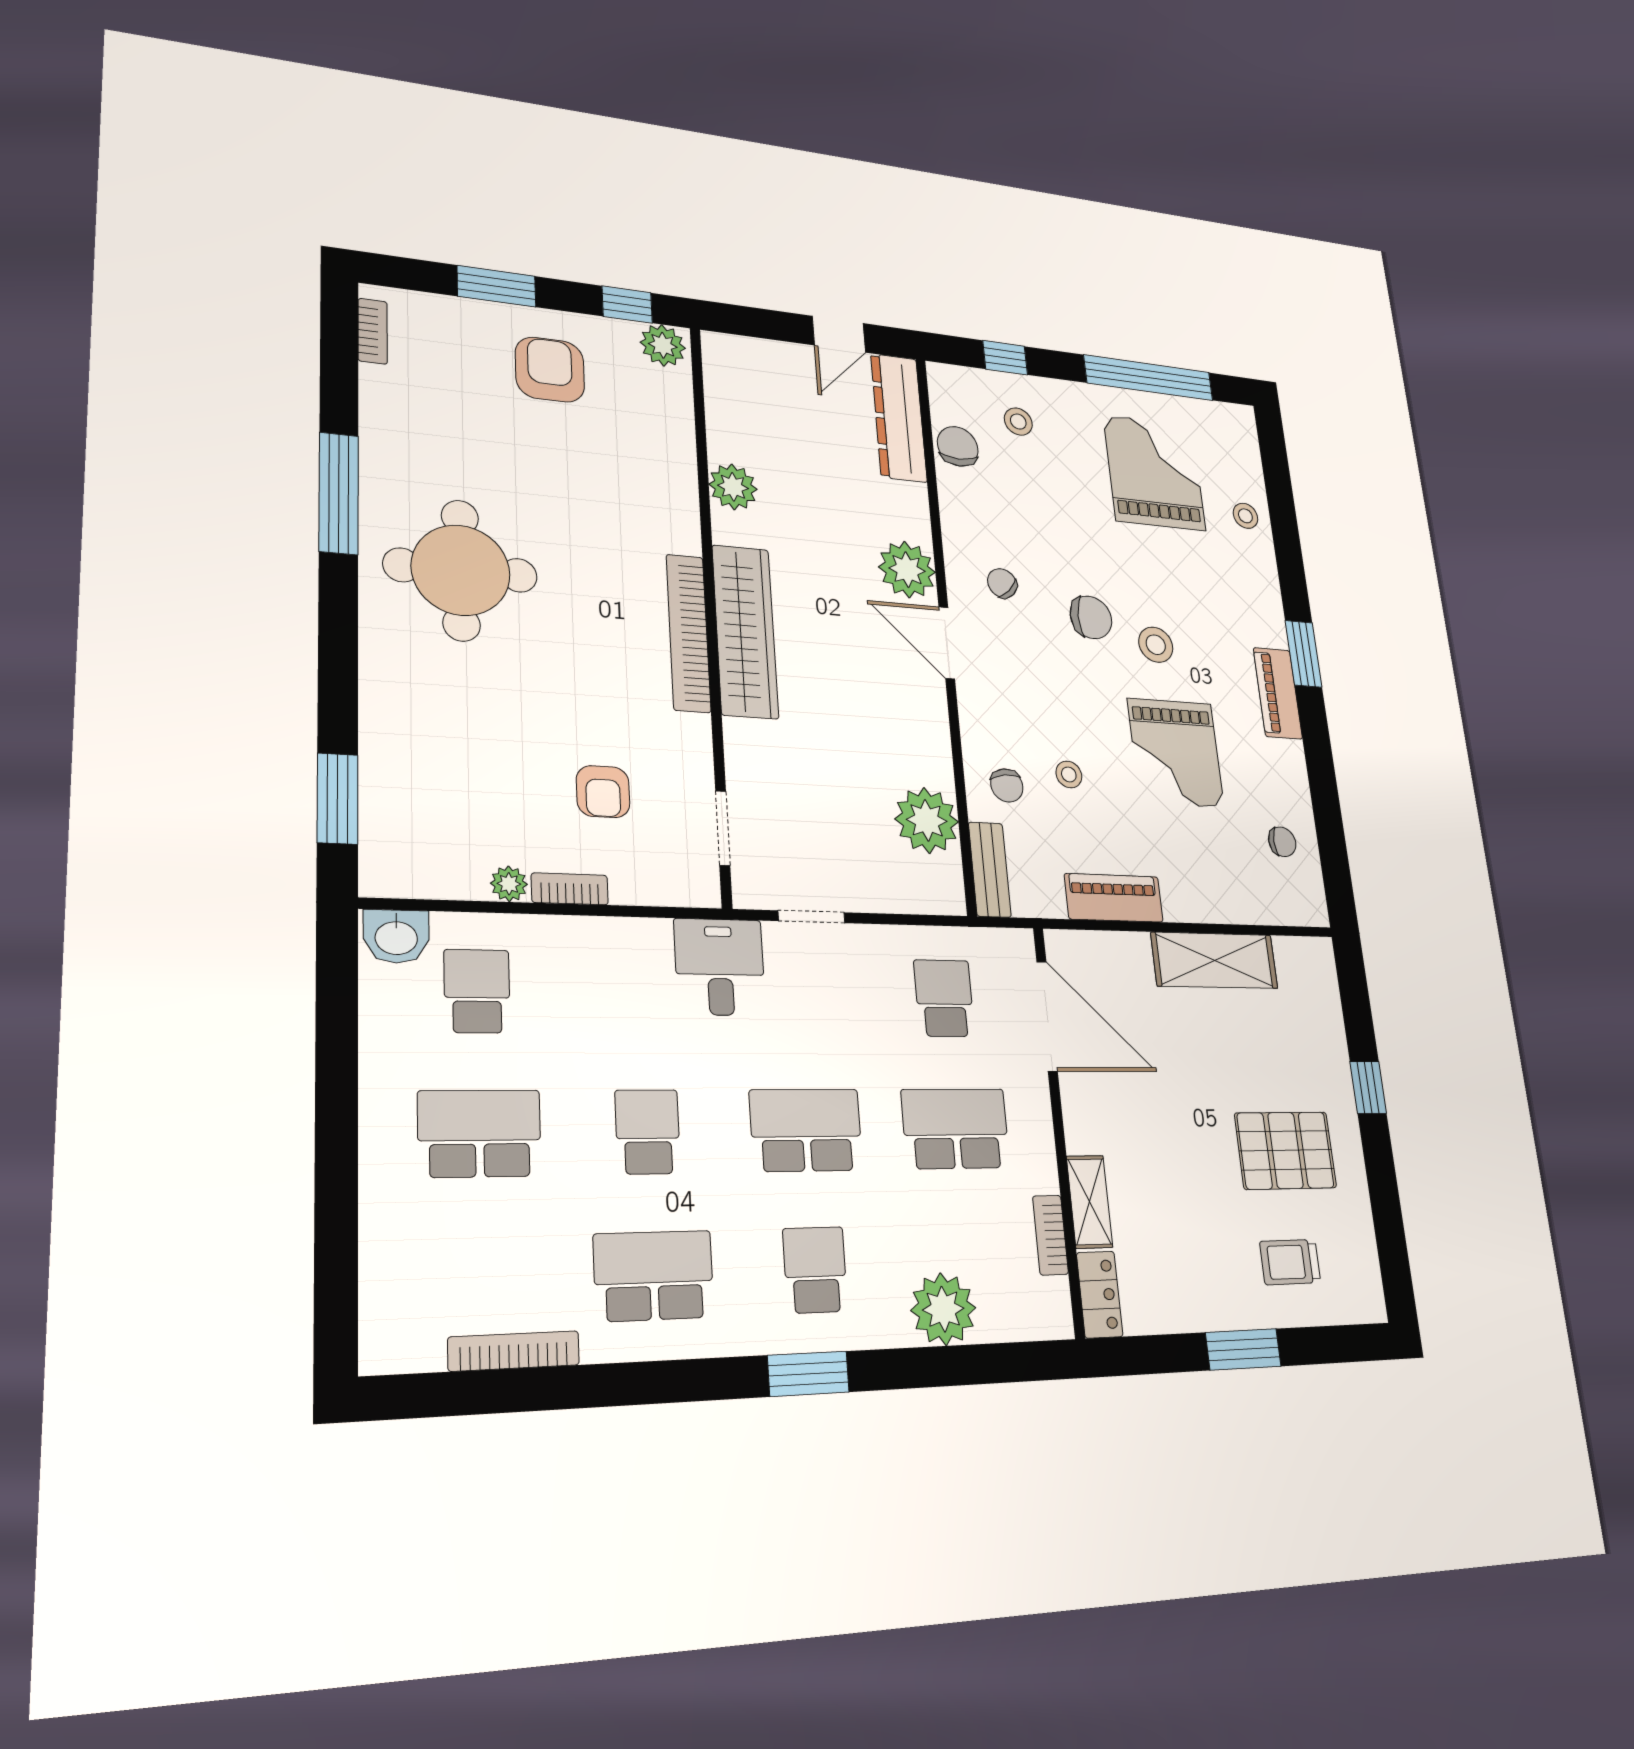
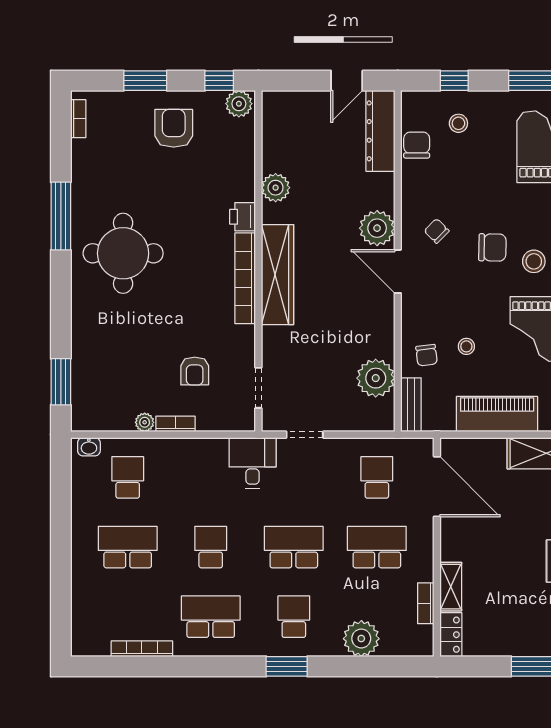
printer: (678, 529) -> (243, 217), added
piano: (1114, 898) -> (497, 414), width x1.37, depth x1.33
washbasin: (396, 937) -> (89, 447), width x0.72, depth x0.69

